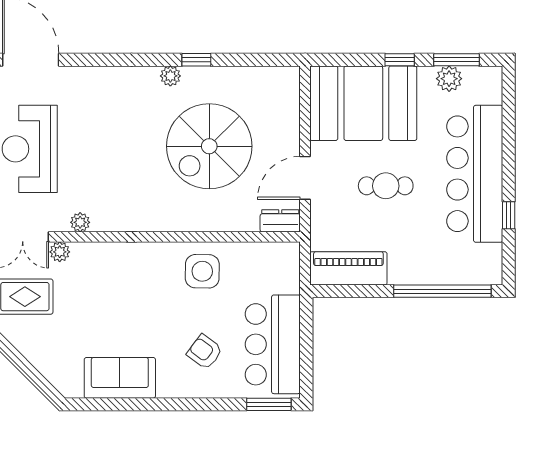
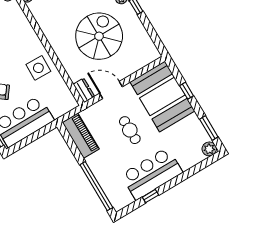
window: (400, 60) -> (187, 91), moved
plant: (449, 79) -> (209, 149), moved
spiral stairs: (209, 146) -> (99, 36), turned 90
bar counter: (475, 174) -> (152, 174), width x0.73

